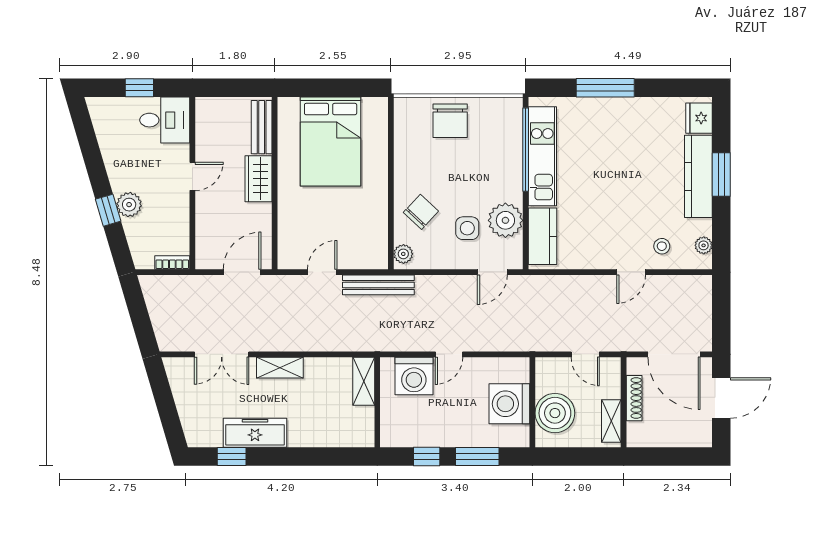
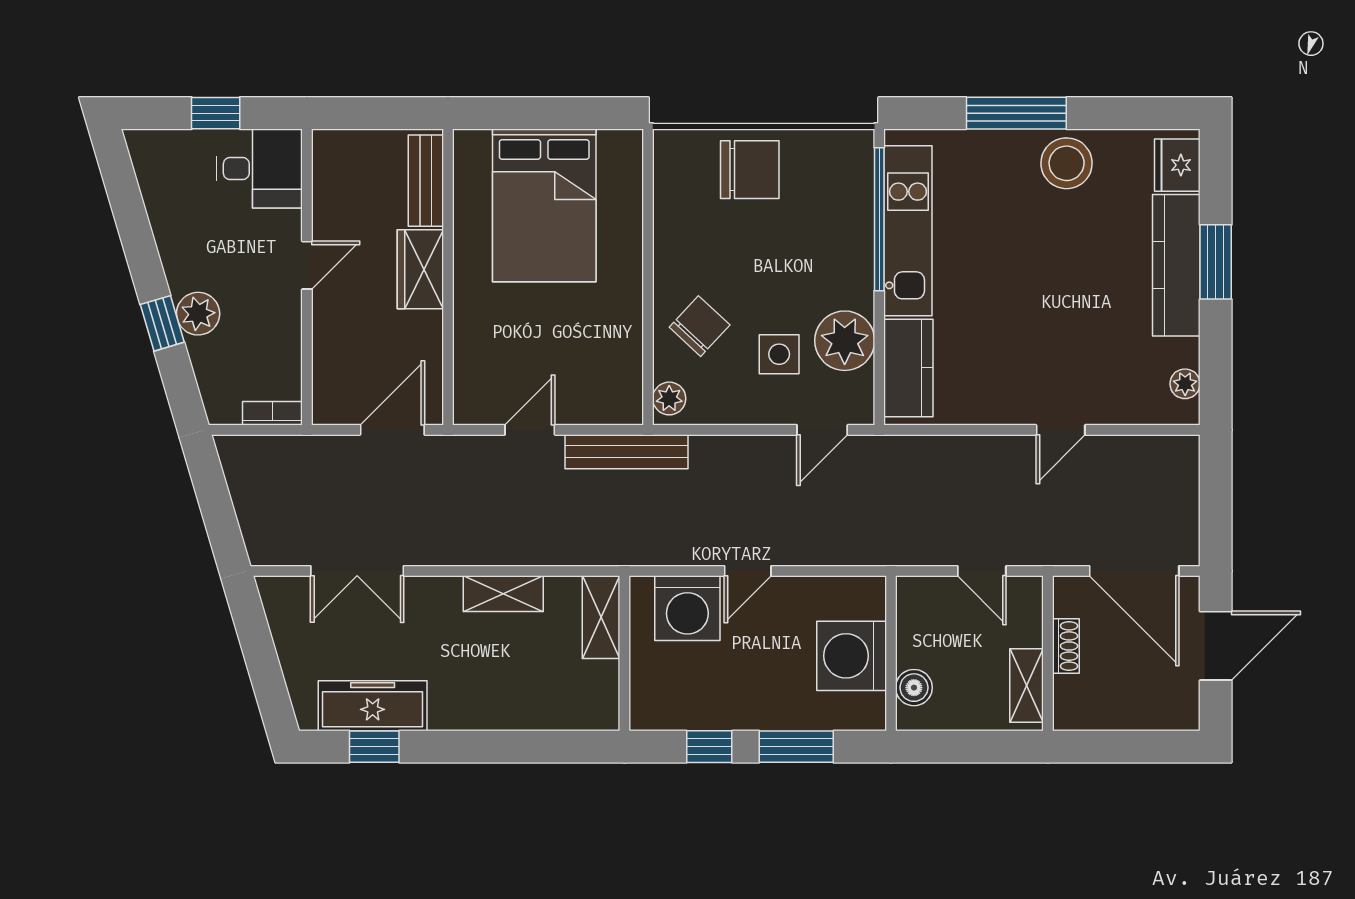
chair: (450, 121) -> (750, 170), turned -90
stool: (662, 246) -> (1067, 163), moved, width x1.89, depth x1.89
shelving: (280, 368) -> (503, 594), moved
shoe rack: (634, 398) -> (1066, 646), width x0.70
boiler: (555, 413) -> (914, 688), width x0.54, depth x0.54
freezer: (255, 433) -> (373, 706), moved

